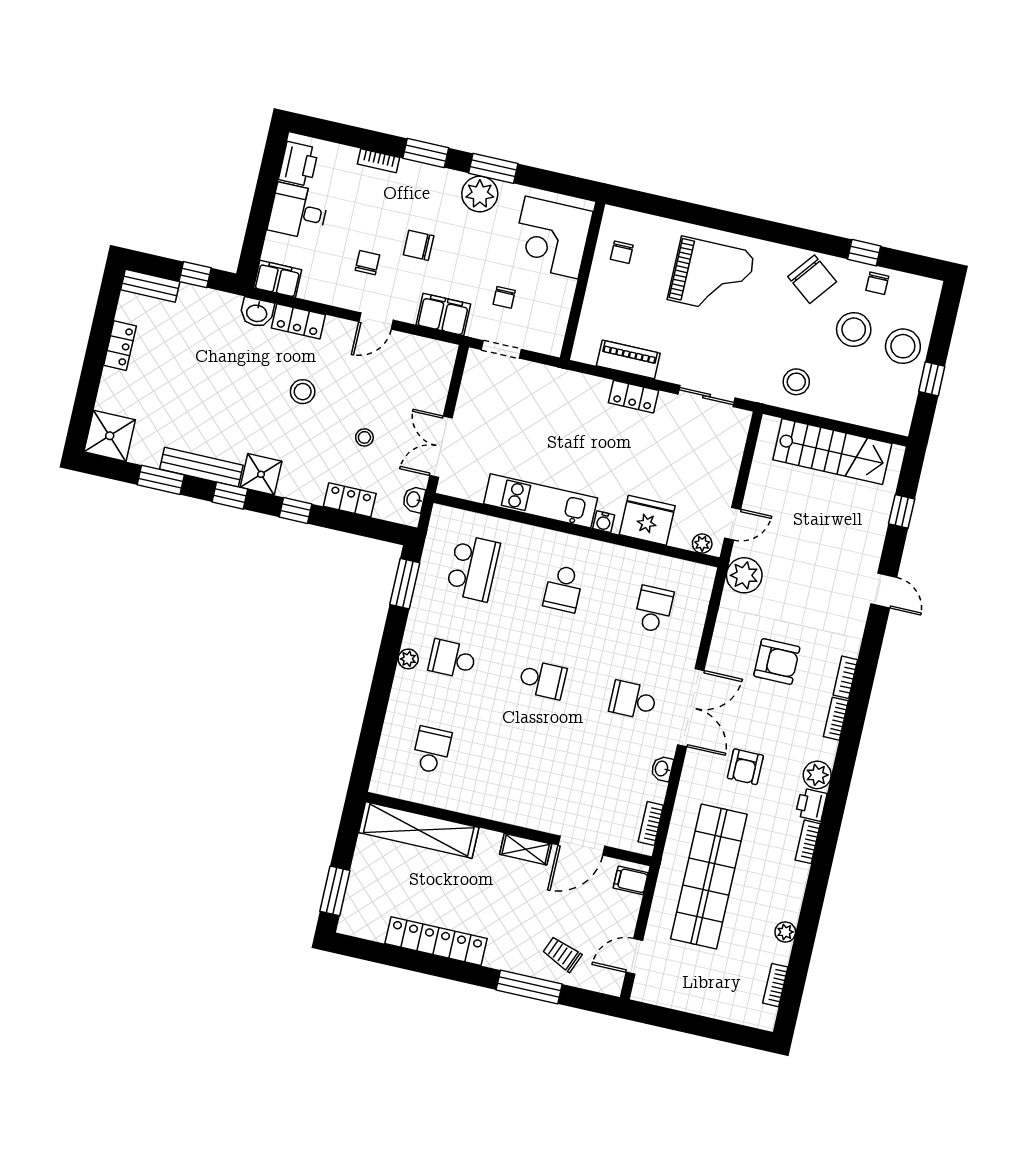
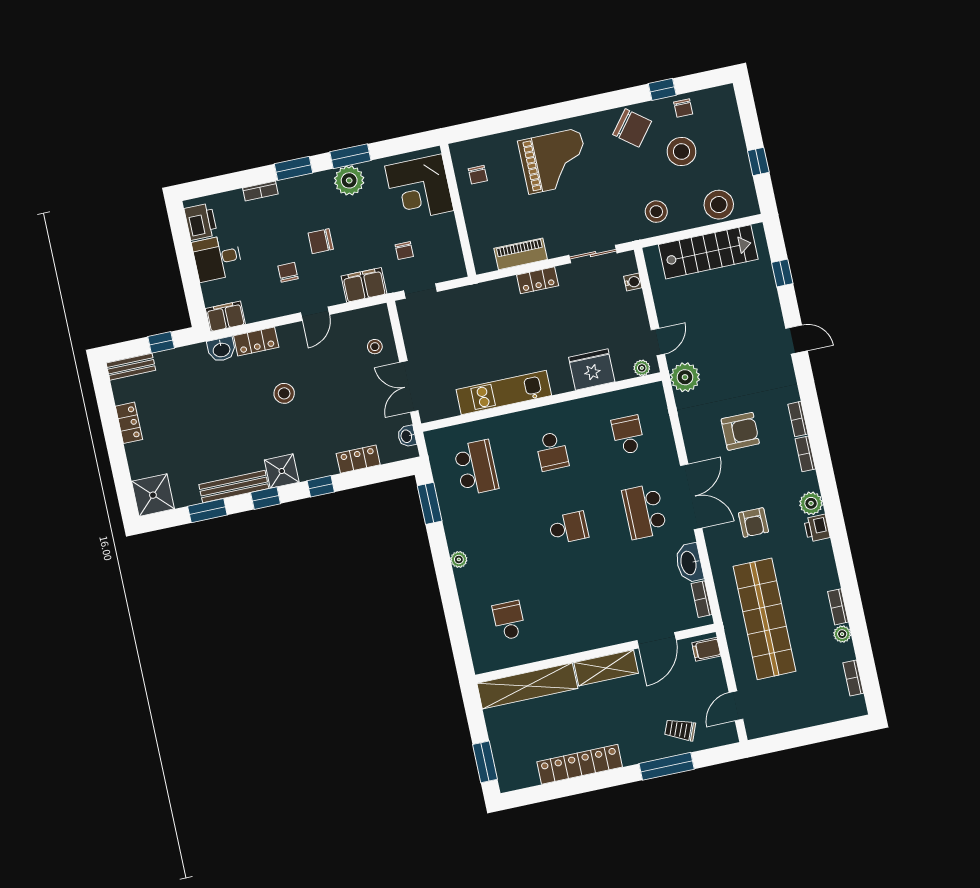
stool: (903, 346) -> (719, 205), moved
stool: (364, 437) -> (375, 347), moved
water cooler: (604, 522) -> (633, 282), moved, turned -90
school desk: (452, 659) -> (492, 544), removed
school desk: (633, 700) -> (644, 511), width x1.85
washbasin: (662, 769) -> (689, 563), width x1.91, depth x1.45
bookcase: (808, 842) -> (838, 607), moved
shelving: (526, 849) -> (606, 668), width x1.50, depth x1.33

